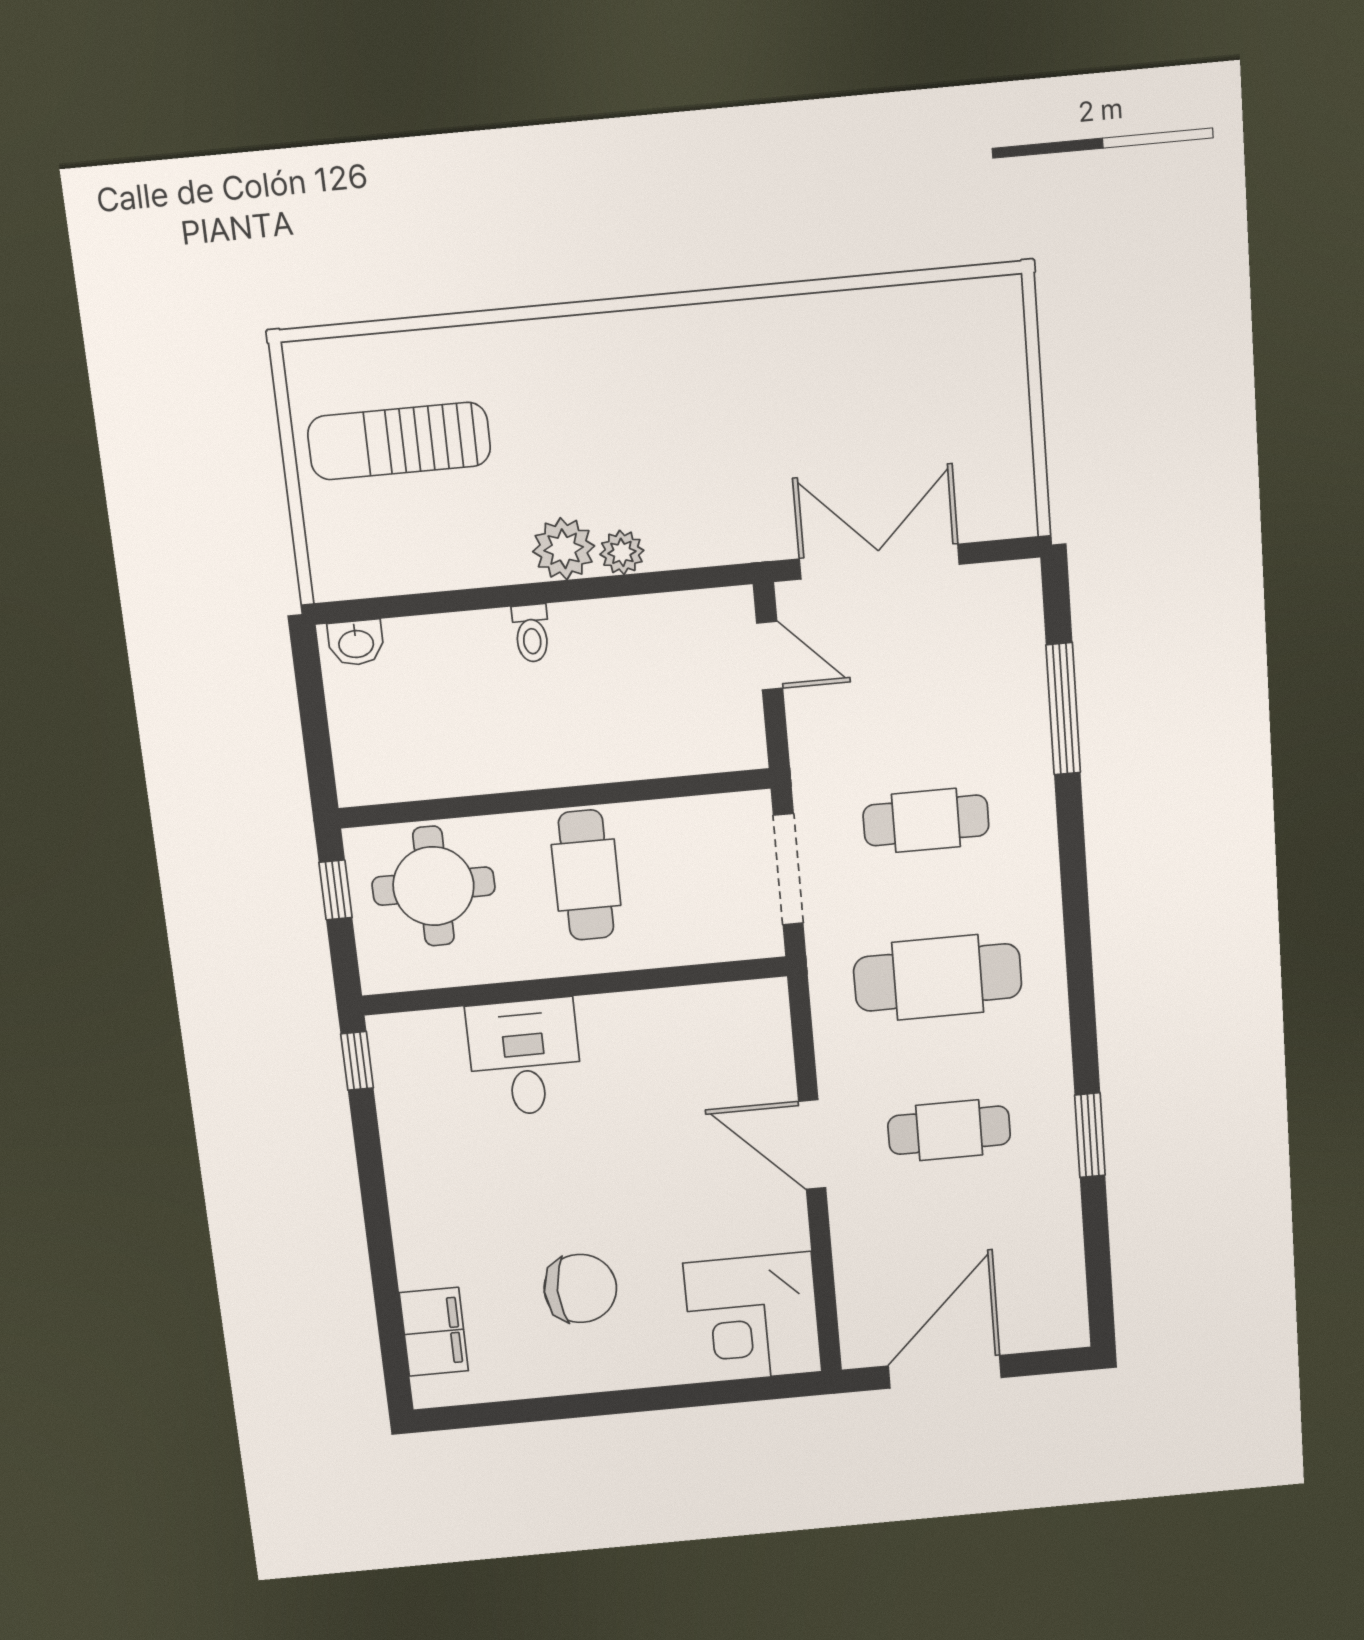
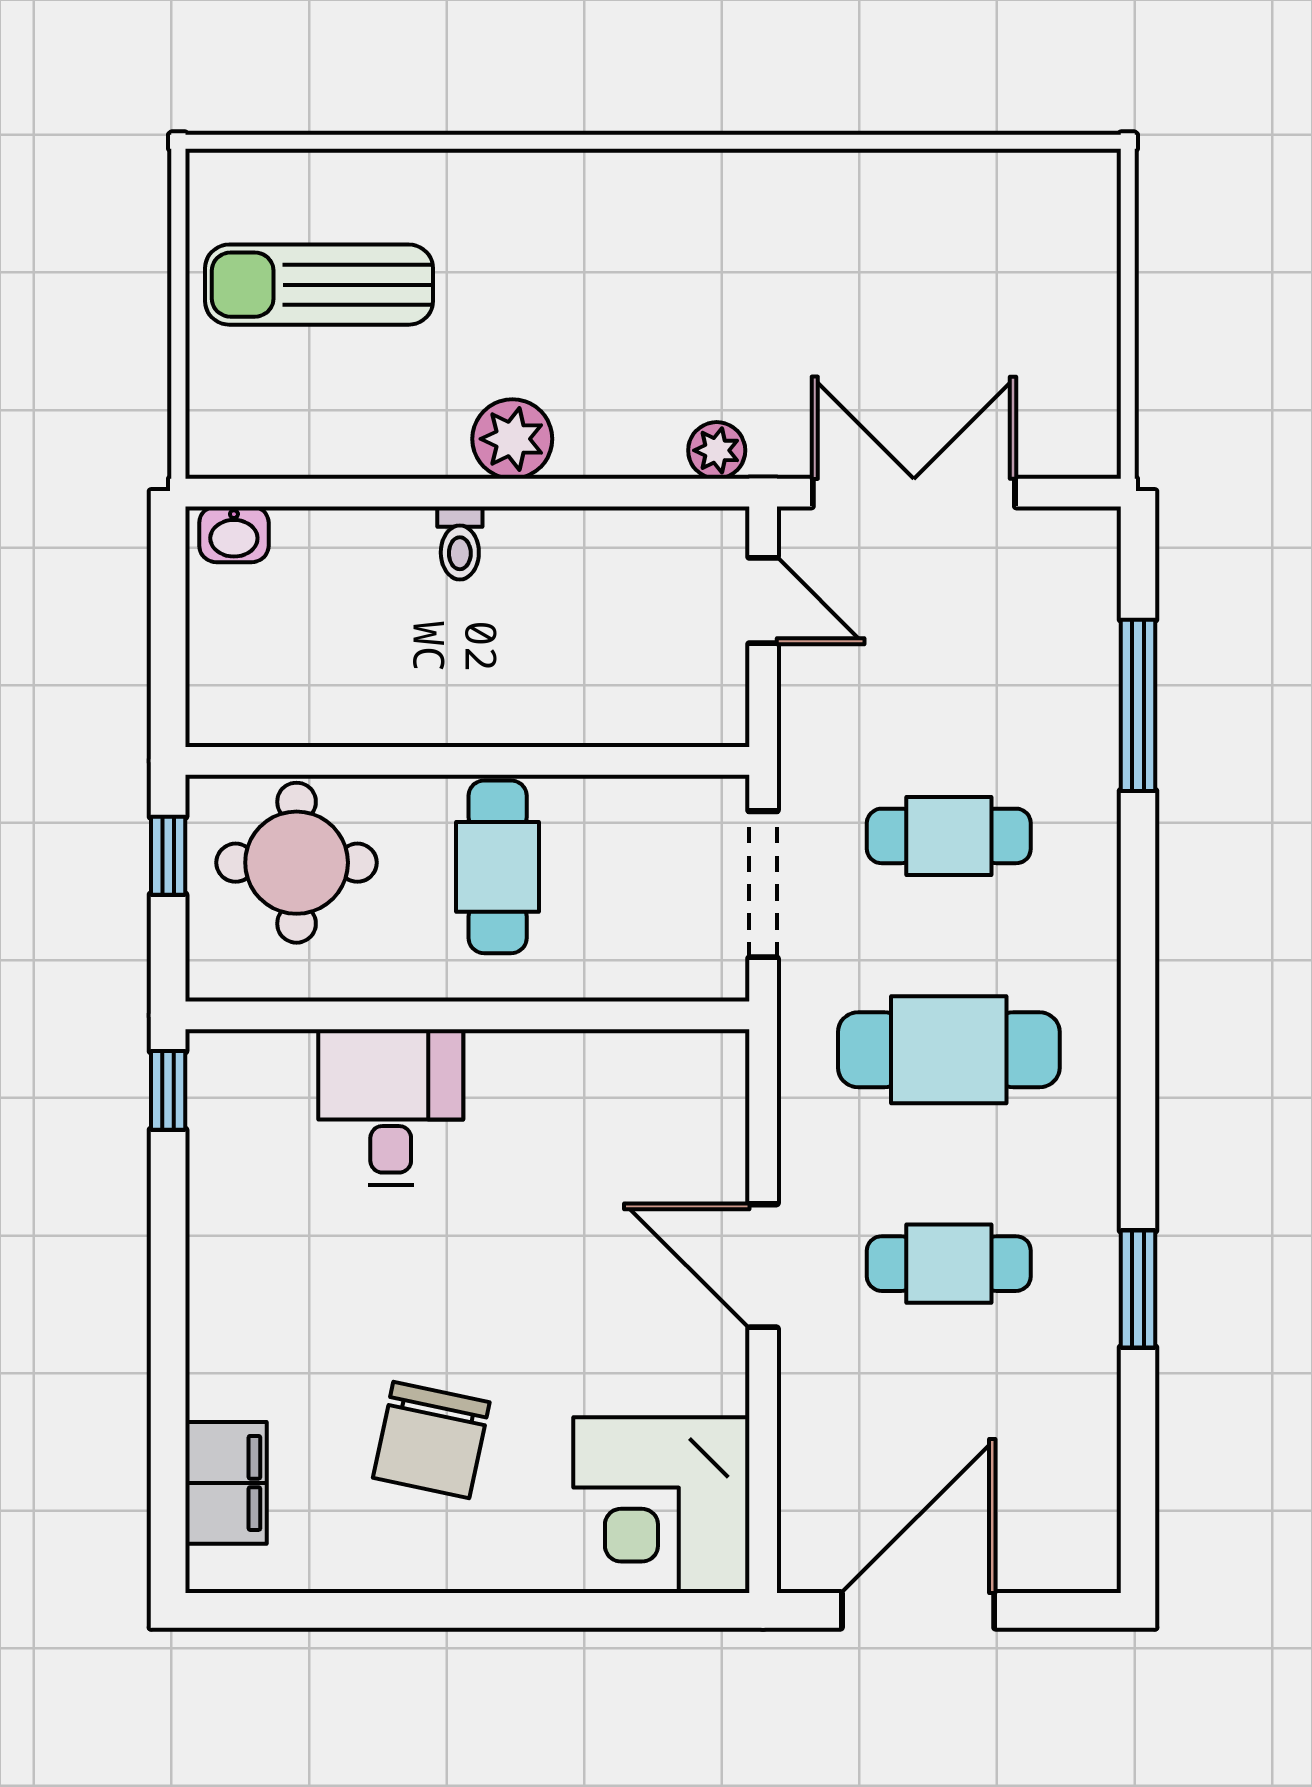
plant: (622, 552) -> (717, 450), moved
chair: (580, 1288) -> (431, 1440), turned 102

